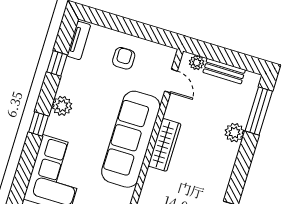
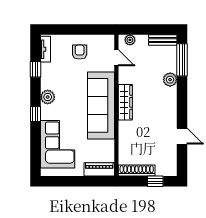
bench: (224, 71) -> (163, 40), moved

